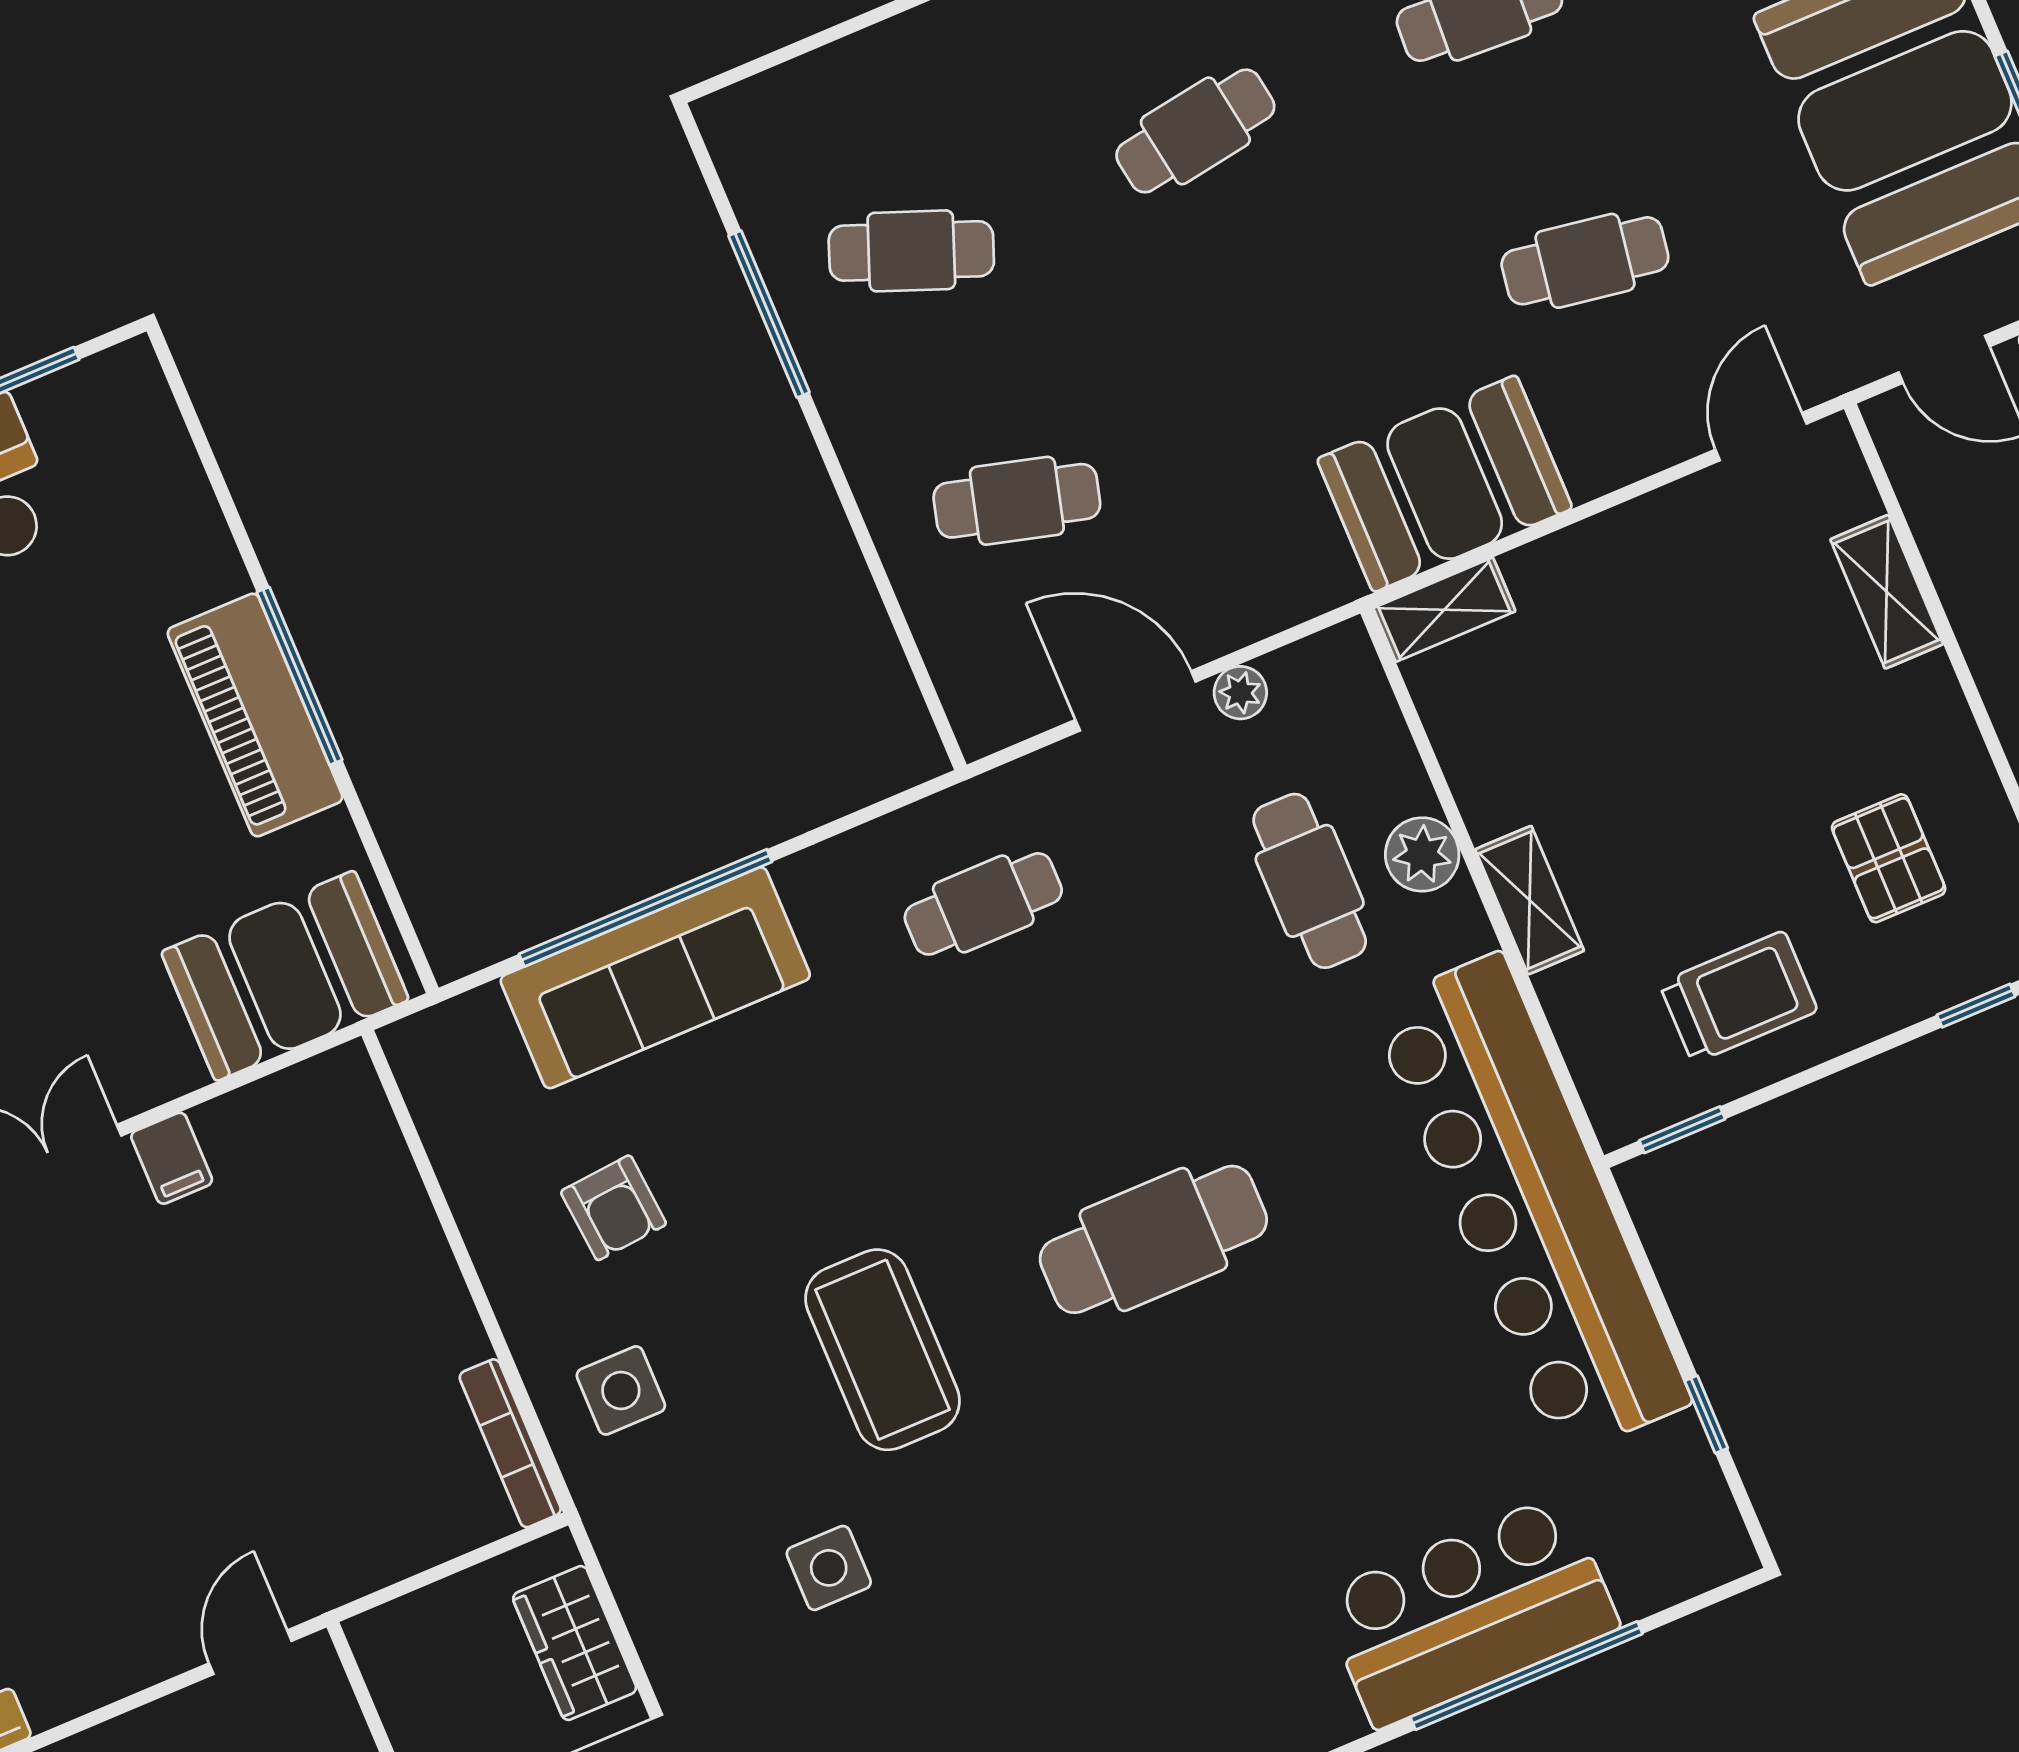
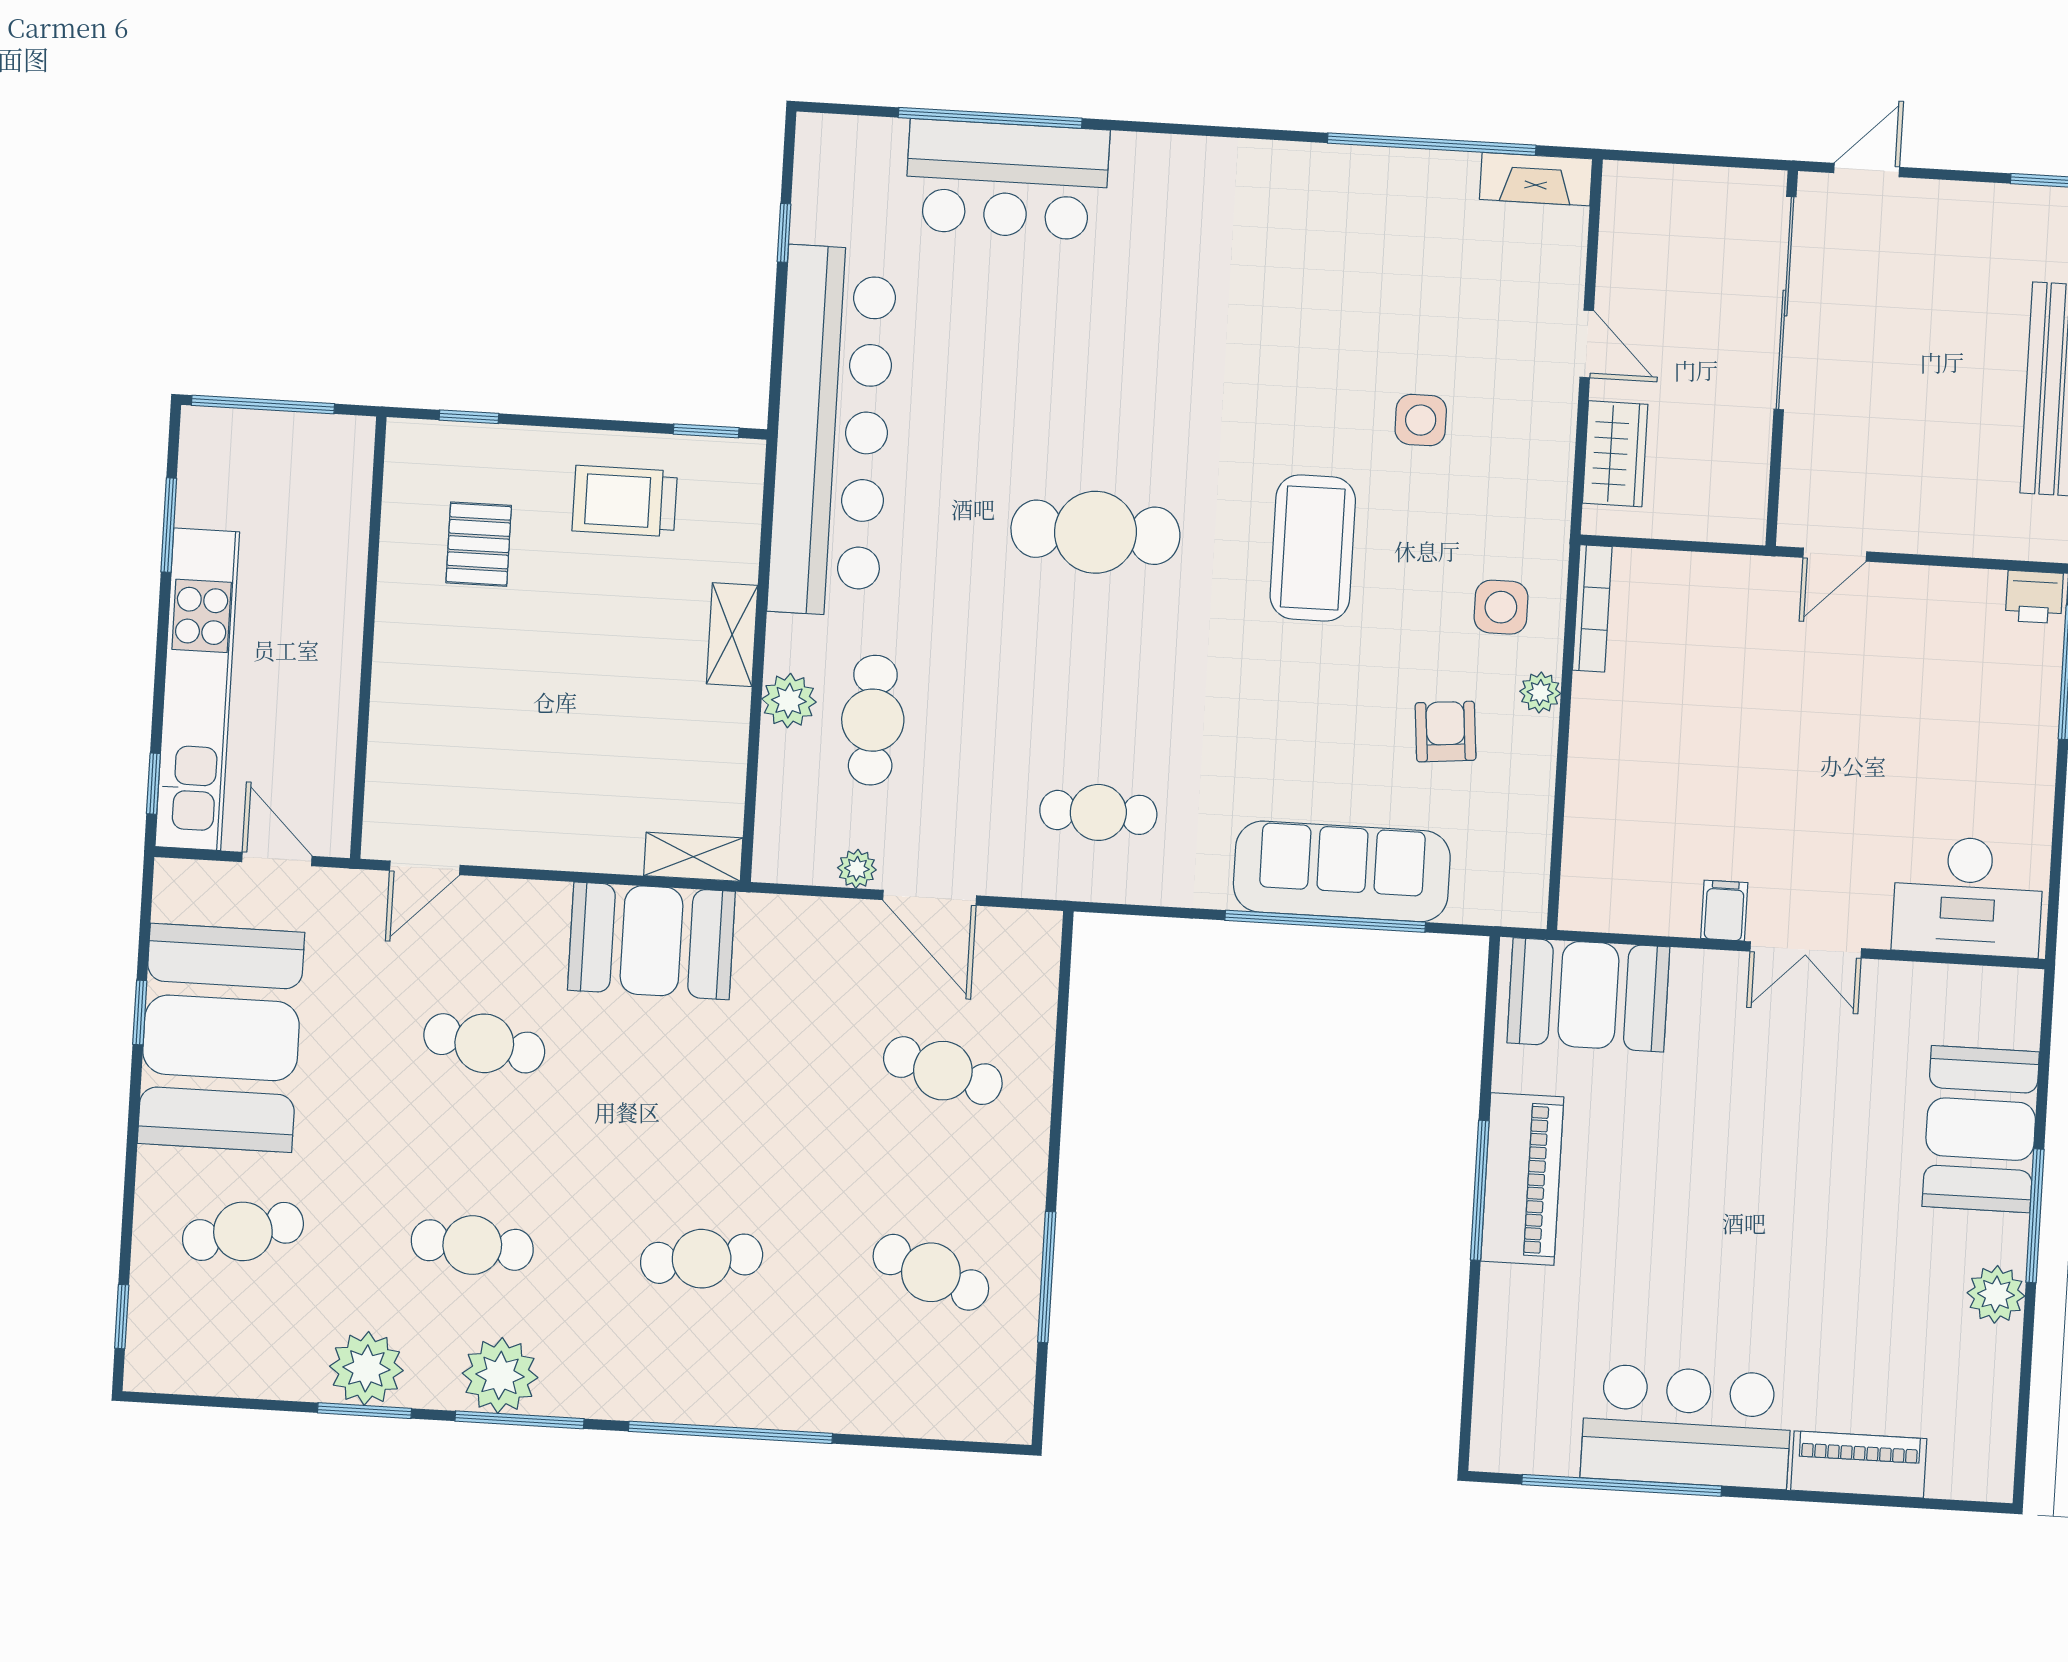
shelving: (1887, 592) -> (392, 723), removed
plant: (523, 1311) -> (1540, 692), added

